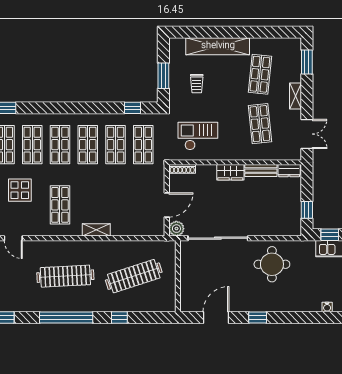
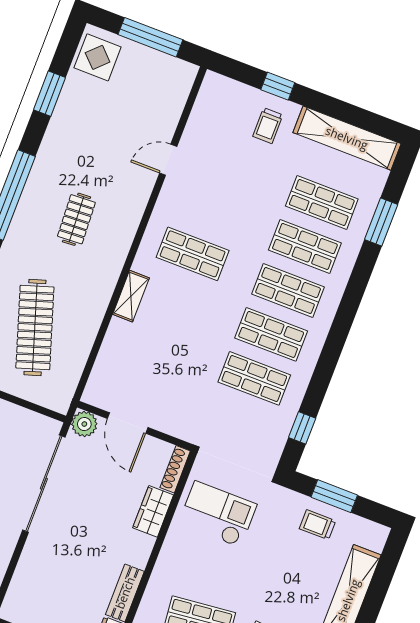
trolley: (197, 84) -> (318, 525), moved
checkout: (198, 136) -> (218, 514), turned -90
shop shelf: (143, 145) -> (237, 422), removed
wardrobe: (230, 172) -> (153, 511), moved
display table: (20, 190) -> (240, 199), removed
clothes rail: (65, 276) -> (76, 219), width x0.54, depth x0.76

